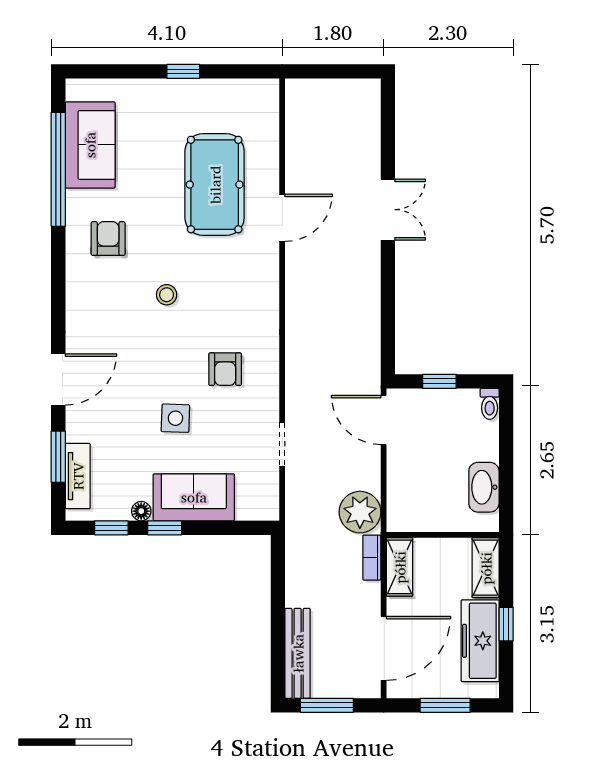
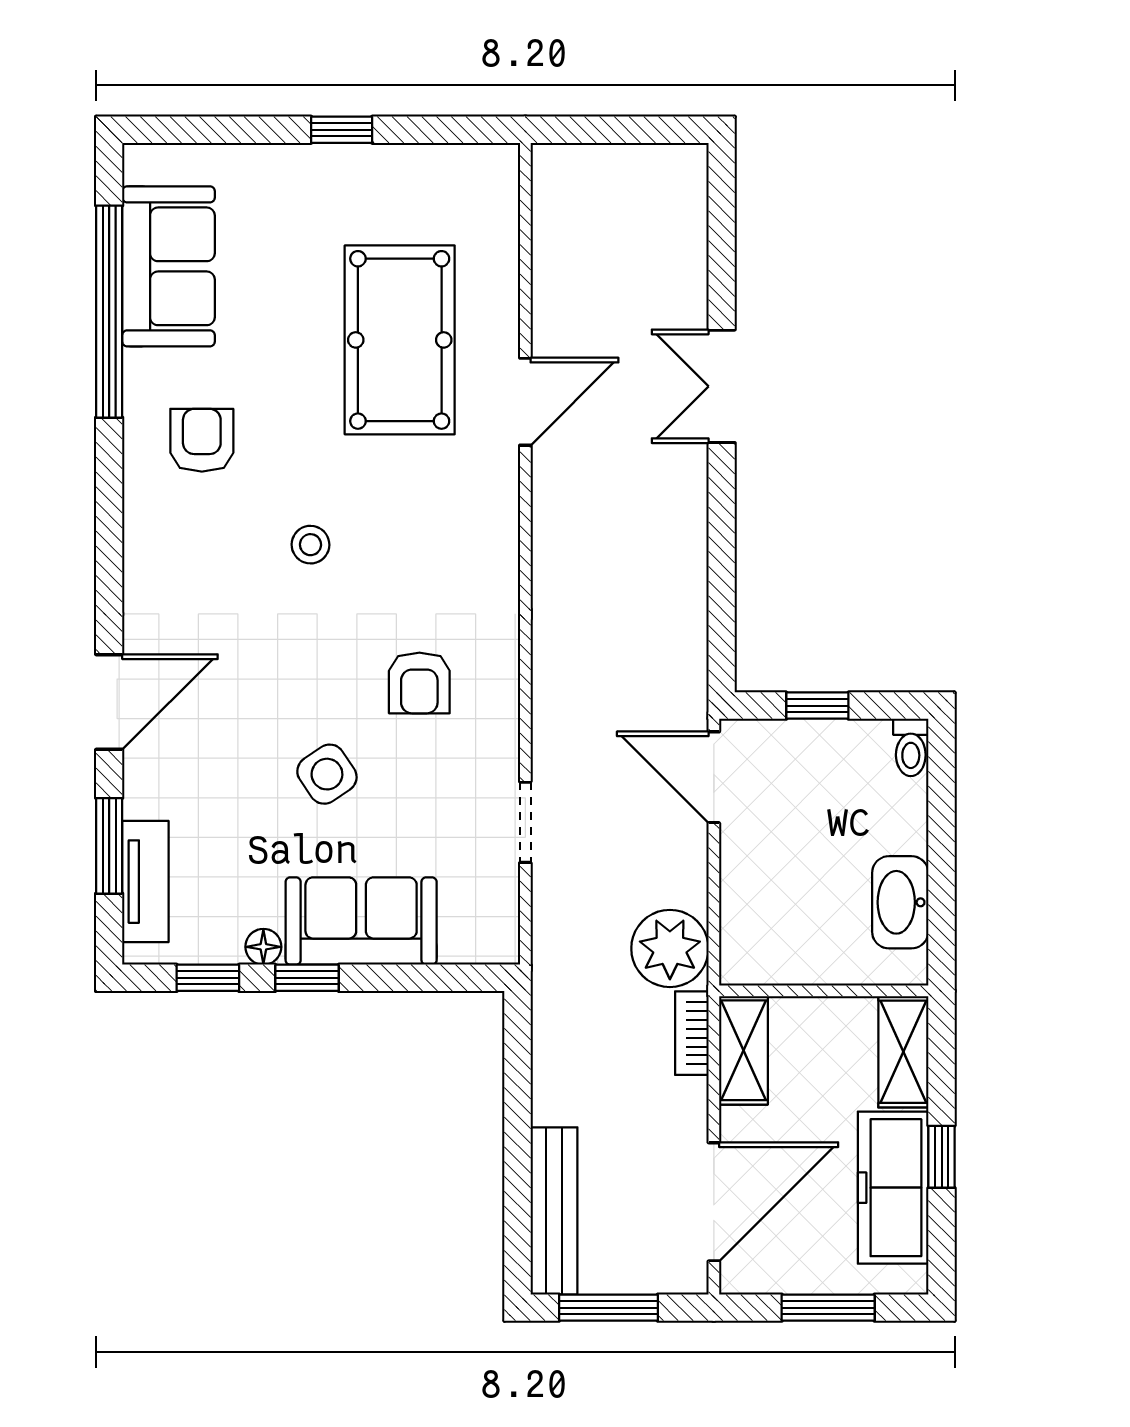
double door: (388, 210) -> (722, 386), swing flipped
side table: (175, 418) -> (327, 774), turned -36

